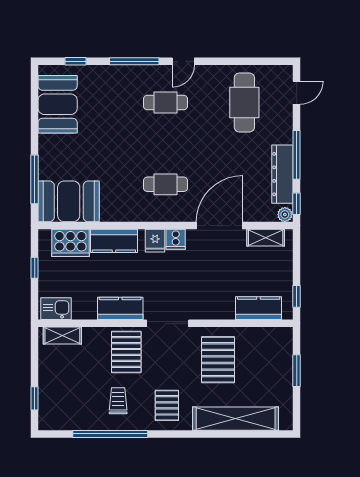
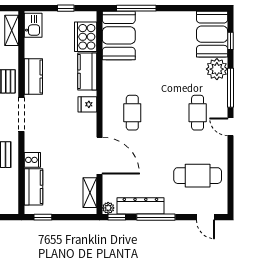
plant: (111, 78) -> (217, 69), added
booth: (58, 104) -> (212, 34), moved, turned 90
cooker: (176, 239) -> (32, 160), moved, turned 180

